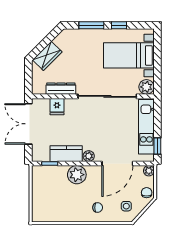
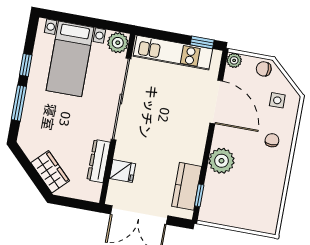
kitchen counter: (66, 154) -> (187, 186), moved
plant: (89, 156) -> (199, 140), removed

